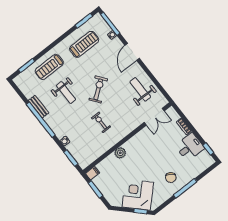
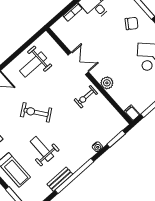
weight bench: (66, 93) -> (42, 149), turned -90
double door: (154, 117) -> (78, 63), moved
exercise bike: (101, 122) -> (86, 97), moved

